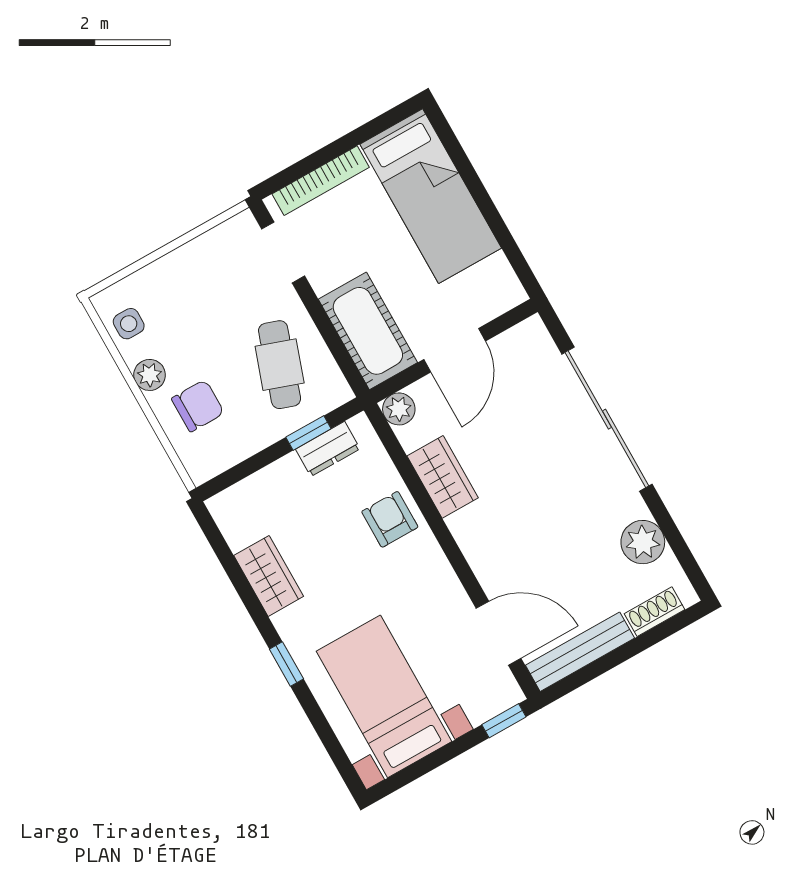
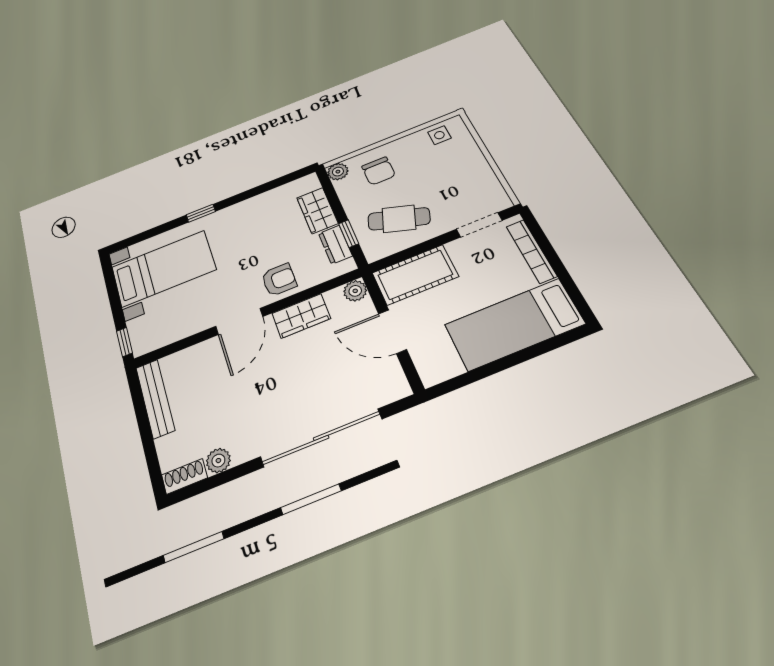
plant: (150, 375) -> (338, 172), moved
plant: (643, 542) -> (218, 461), width x0.73, depth x0.73
wardrobe: (269, 576) -> (317, 211), moved, turned 90
shoe rack: (655, 612) -> (184, 476), moved, turned -90
door: (499, 633) -> (239, 321), moved

